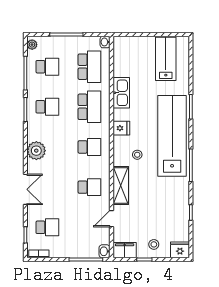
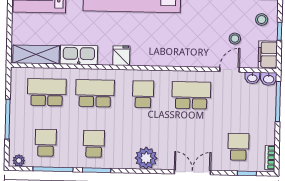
washbasin: (105, 42) -> (252, 78), moved
stool: (137, 155) -> (235, 39), moved
shelving: (121, 186) -> (36, 54), moved
school desk: (89, 187) -> (191, 95), width x1.85
door: (111, 219) -> (230, 70), swing flipped

